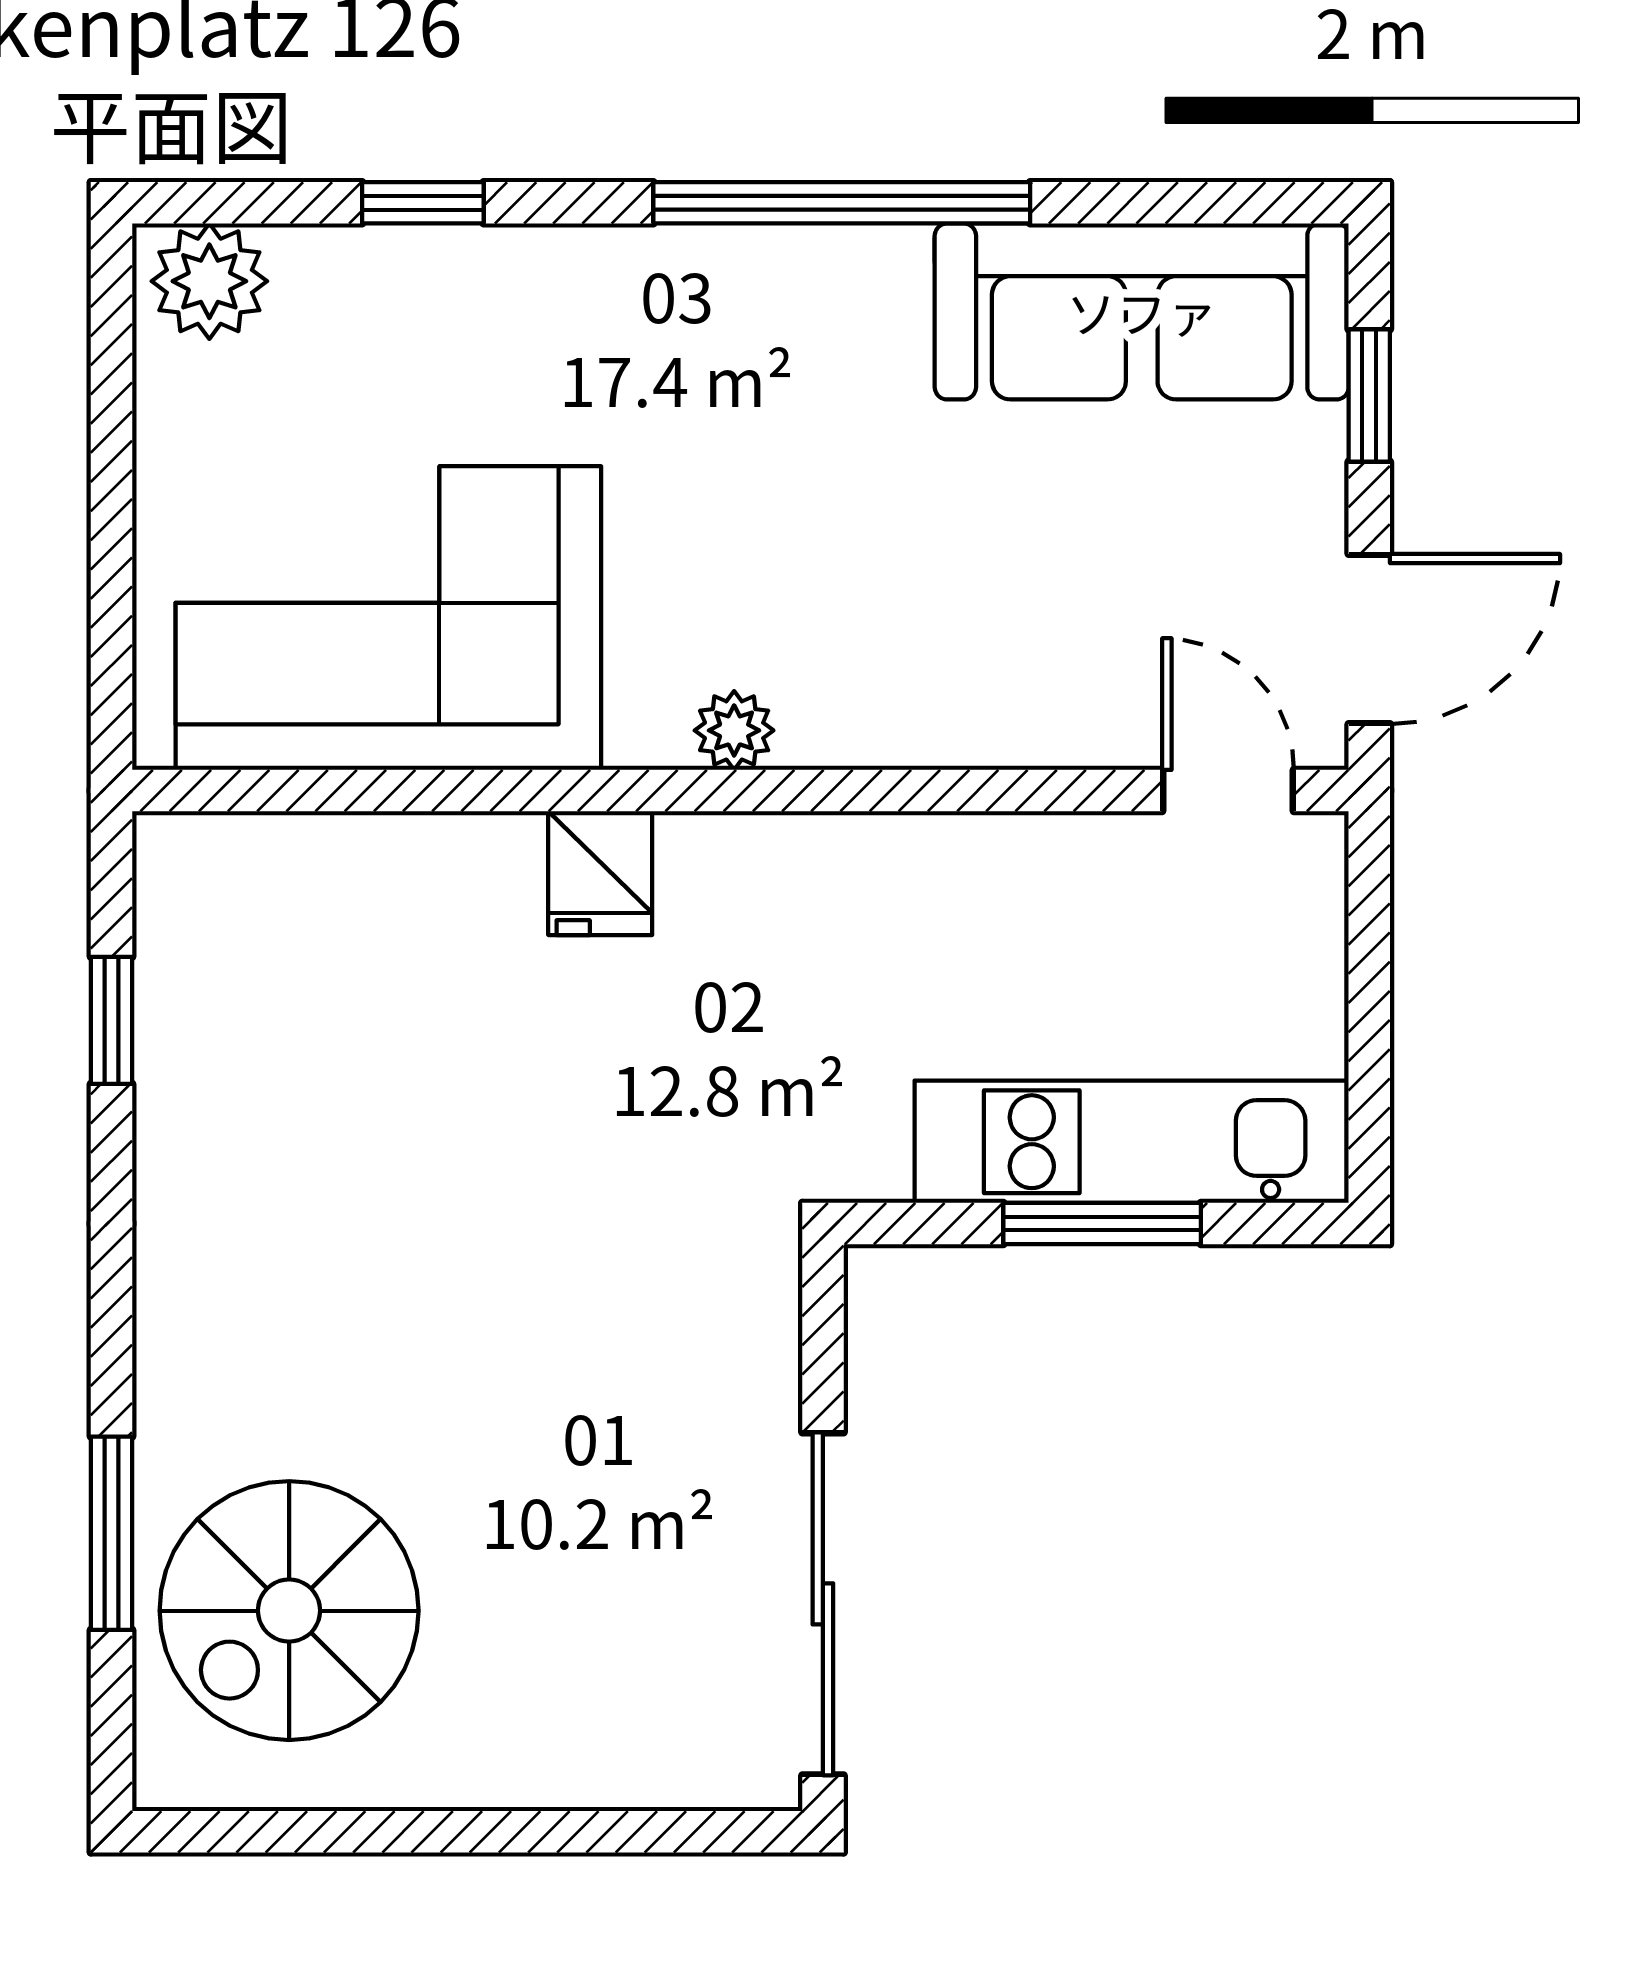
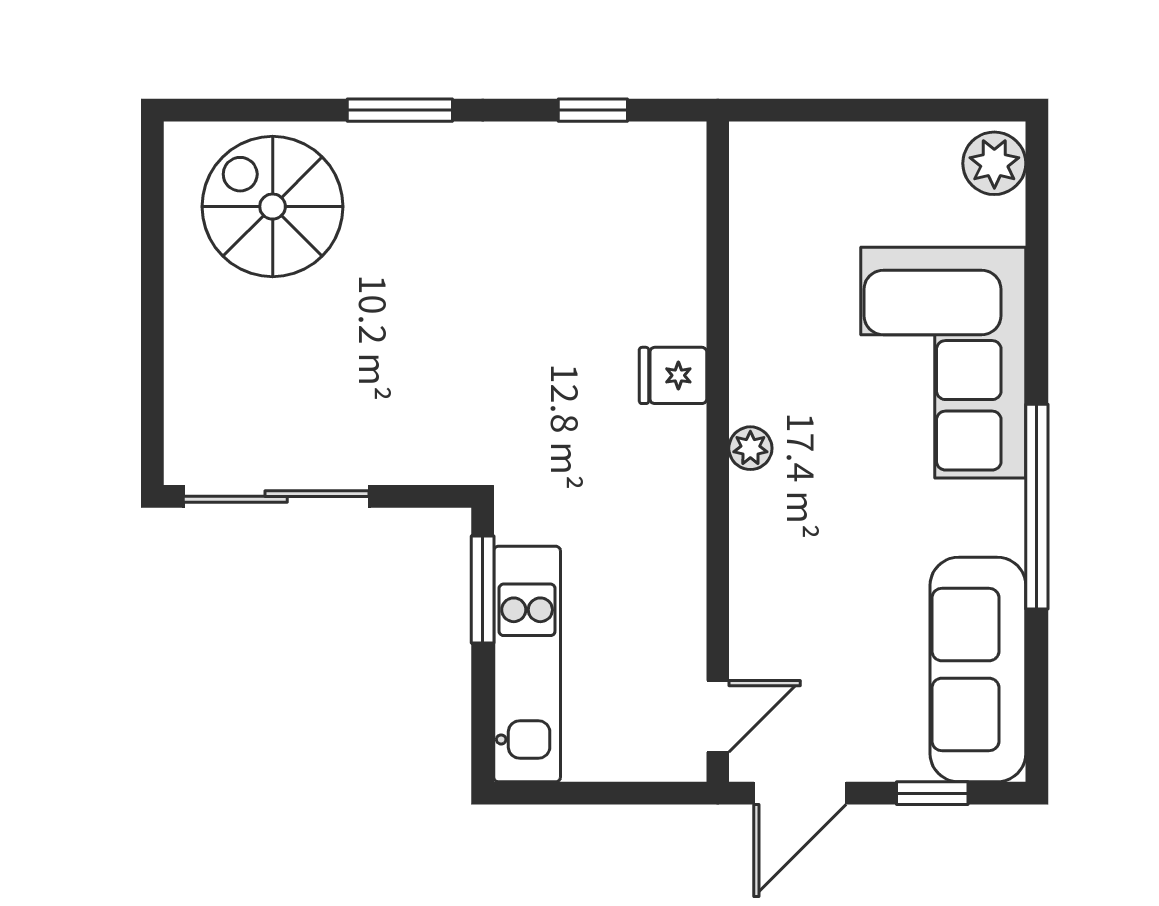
window: (423, 203) -> (1037, 279), removed
corner sofa: (388, 618) -> (943, 363), moved, turned 180
door: (1369, 639) -> (800, 793), hinge flipped
window: (1102, 1224) -> (483, 590), moved
window: (112, 1533) -> (400, 110), moved

